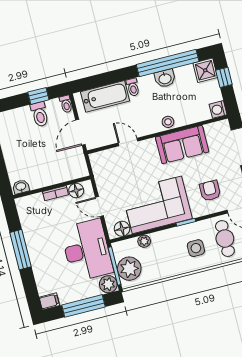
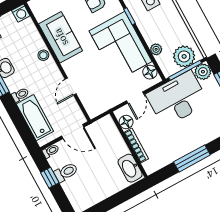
washbasin: (21, 187) -> (130, 168), width x1.91, depth x1.45
bookcase: (55, 193) -> (136, 146), width x1.56

